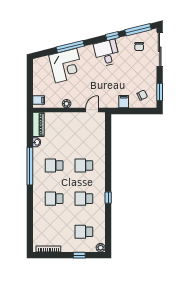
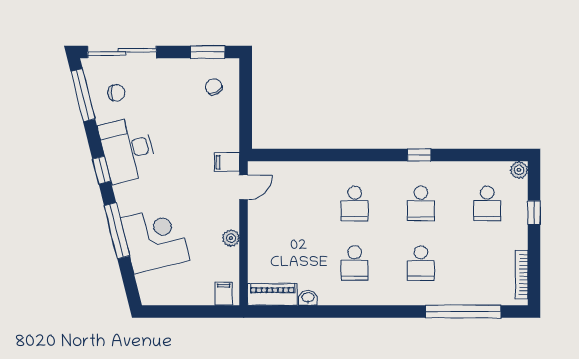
window: (112, 36) -> (102, 170), moved
desk: (107, 53) -> (128, 150), width x1.37
filing cabinet: (124, 102) -> (227, 162), moved
door: (92, 110) -> (244, 187), swing flipped
window: (30, 166) -> (463, 311), moved

